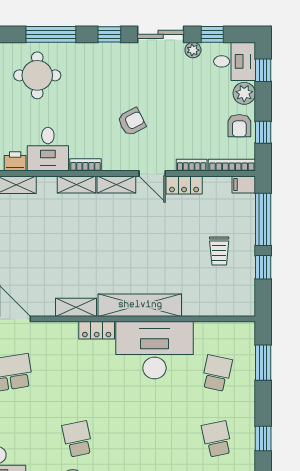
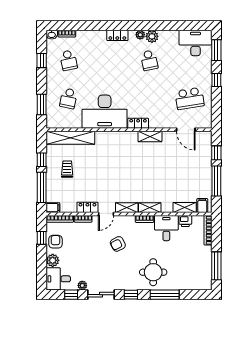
window: (263, 70) -> (42, 274), removed
round table: (37, 75) -> (153, 272), moved
door: (152, 174) -> (106, 214), swing flipped
shelving: (140, 305) -> (70, 138), moved

